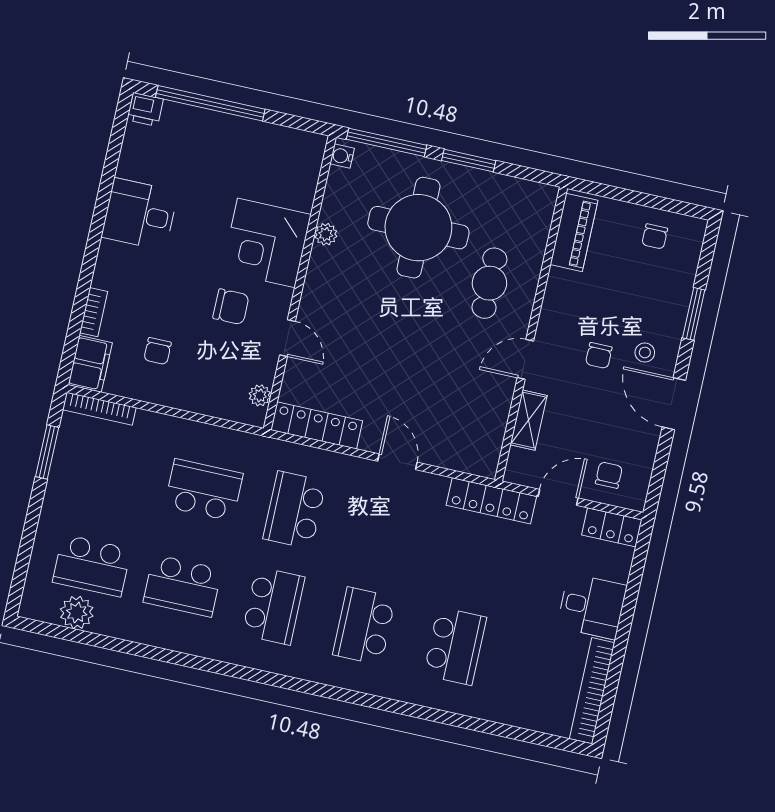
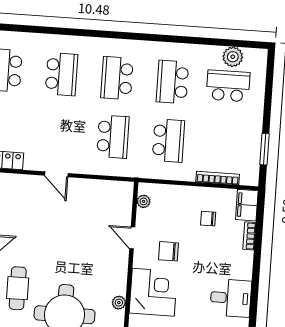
chair: (158, 351) -> (208, 219), turned -90
bookcase: (99, 409) -> (218, 178), moved
locker: (317, 425) -> (107, 189), removed
school desk: (204, 490) -> (168, 141), turned -90
school desk: (183, 586) -> (172, 82), turned -90

